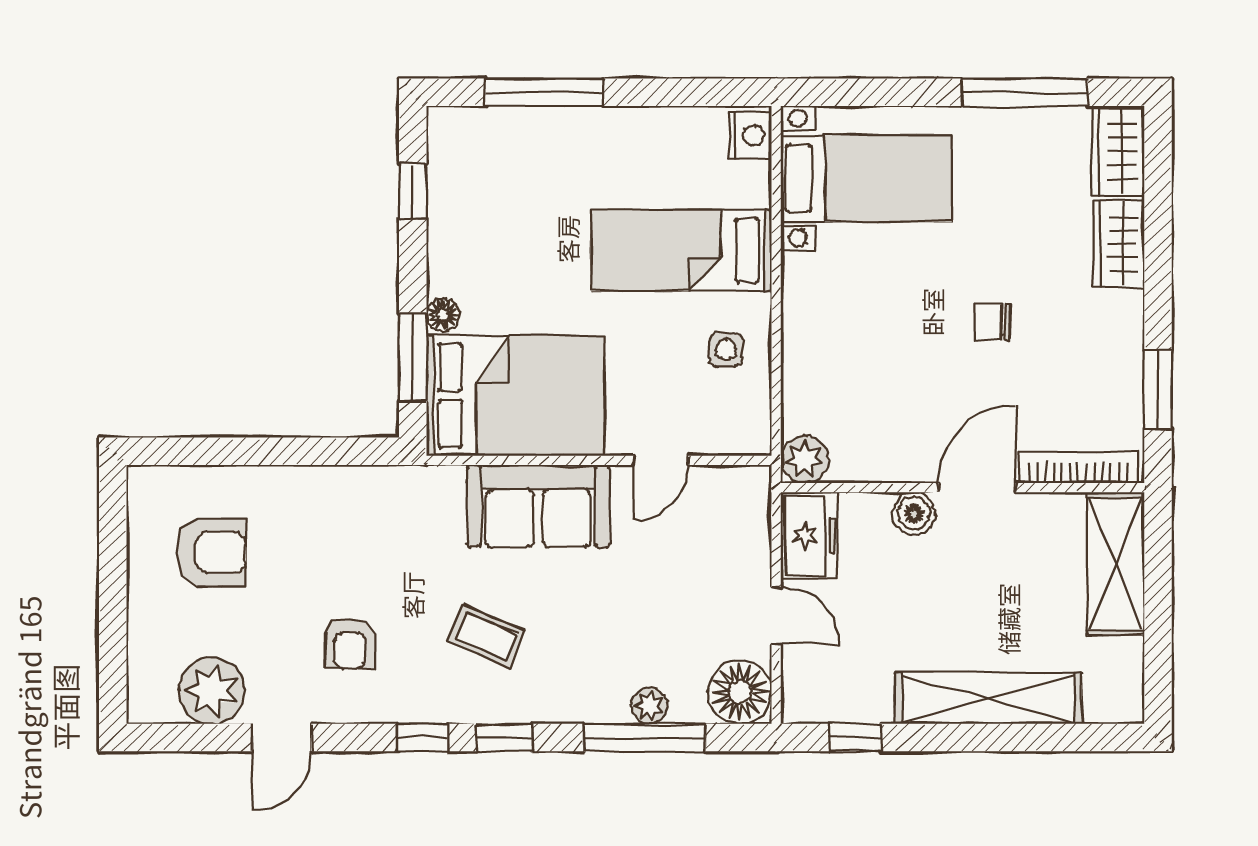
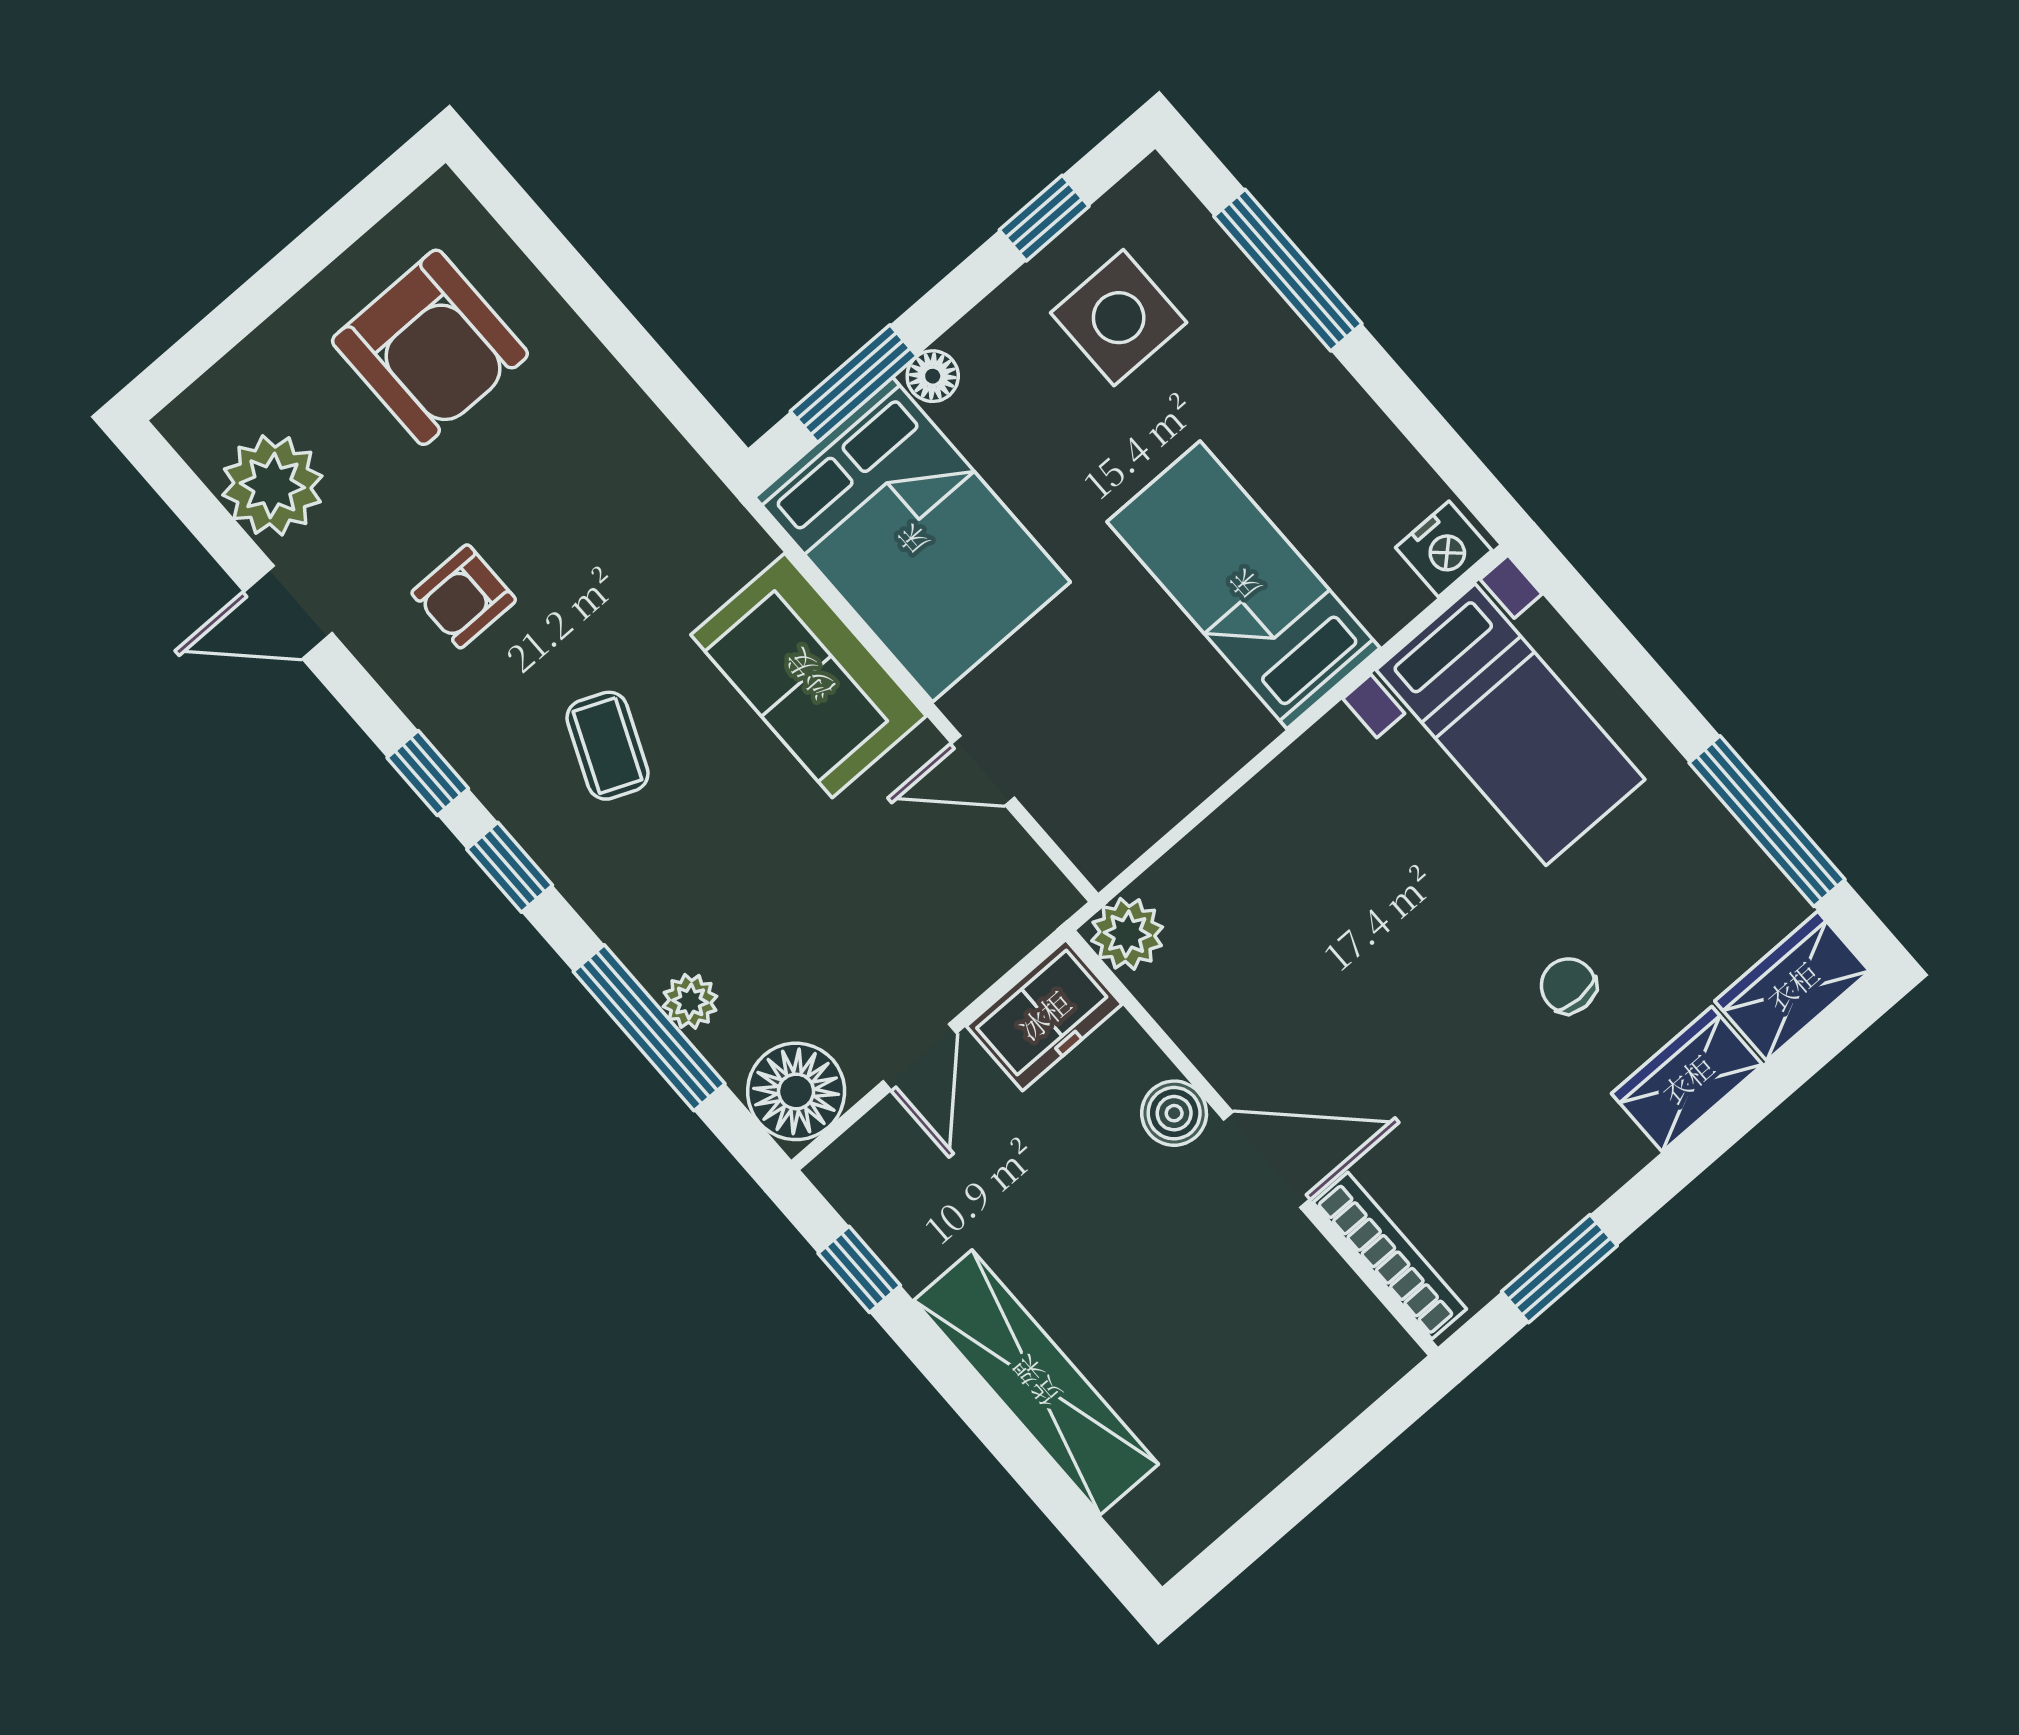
chair: (992, 322) -> (1568, 986), moved
side table: (726, 350) -> (1119, 318), moved, width x1.87, depth x1.87
armchair: (211, 552) -> (430, 347), width x1.36, depth x1.36
shelving: (1116, 564) -> (1317, 1394), removed

